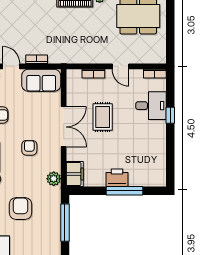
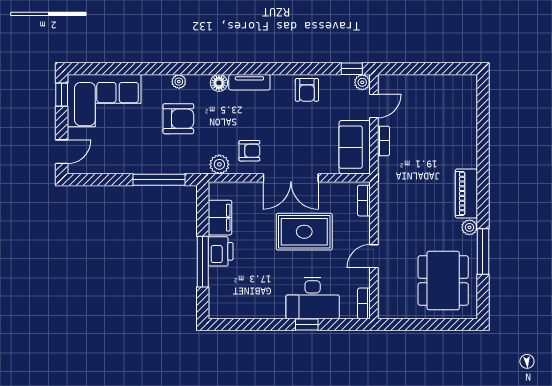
bookcase: (93, 74) -> (364, 201), moved
desk: (151, 106) -> (313, 298), width x1.37
rug: (103, 117) -> (304, 232), width x1.36, depth x1.43
armchair: (29, 148) -> (249, 151), moved
filing cabinet: (75, 174) -> (220, 218), moved, turned -90

